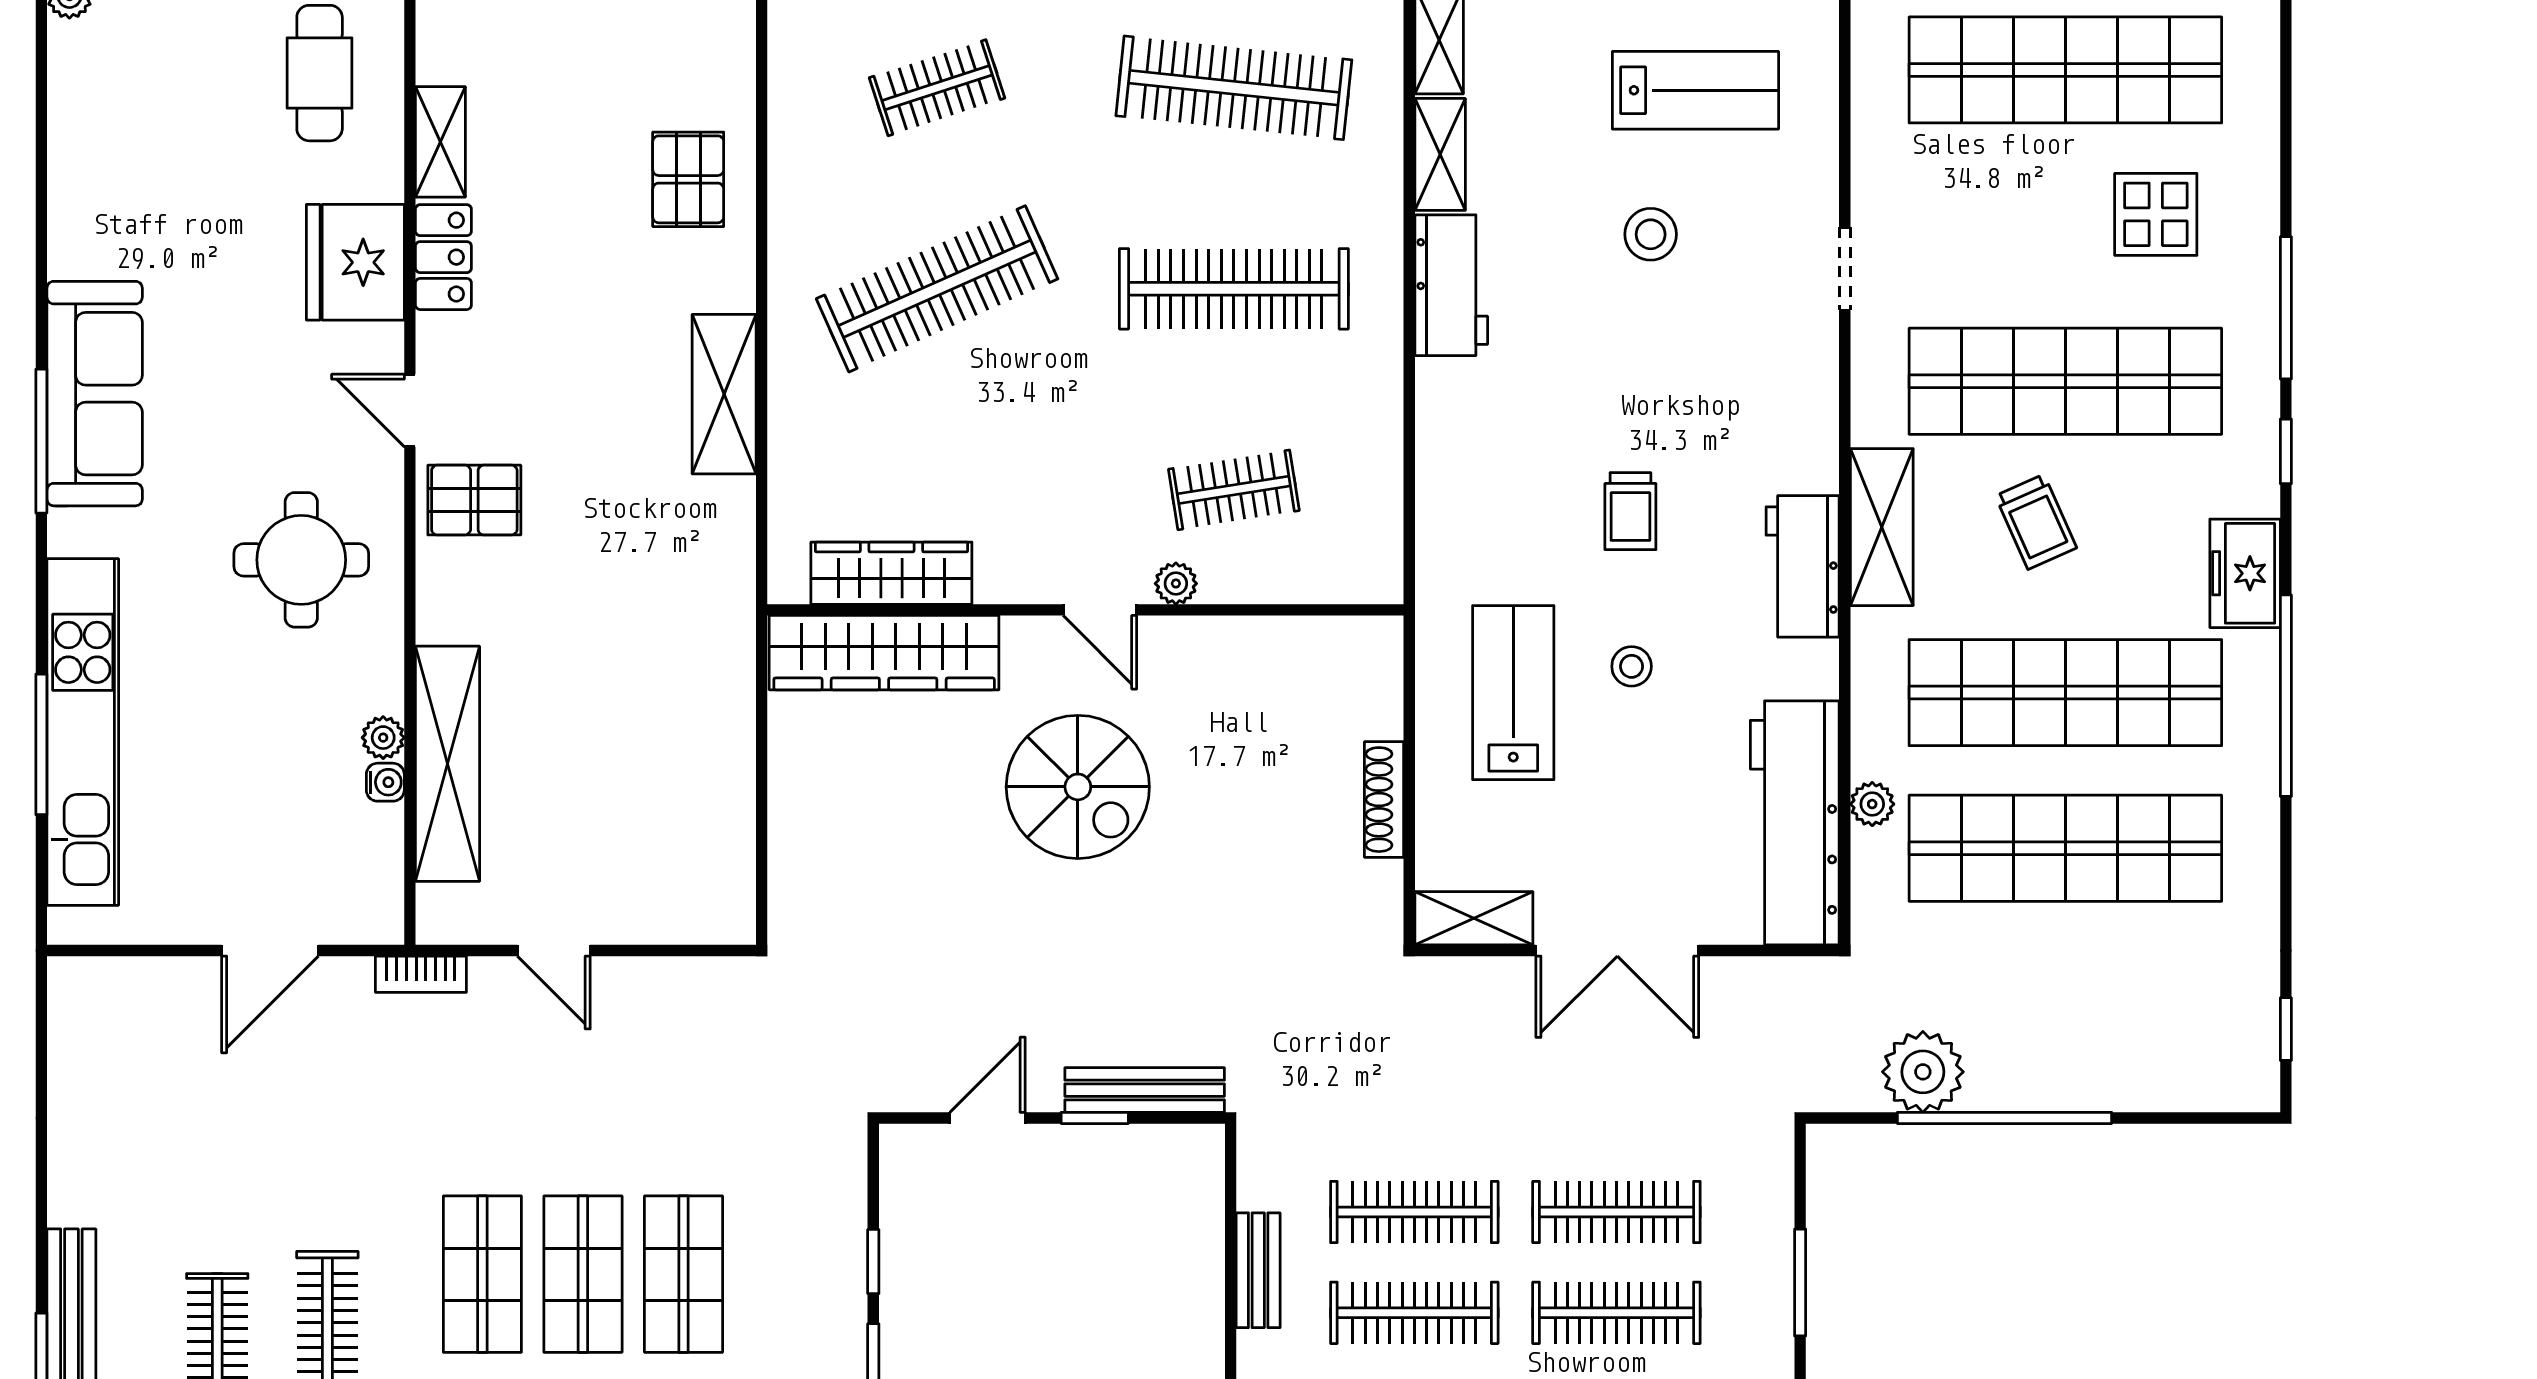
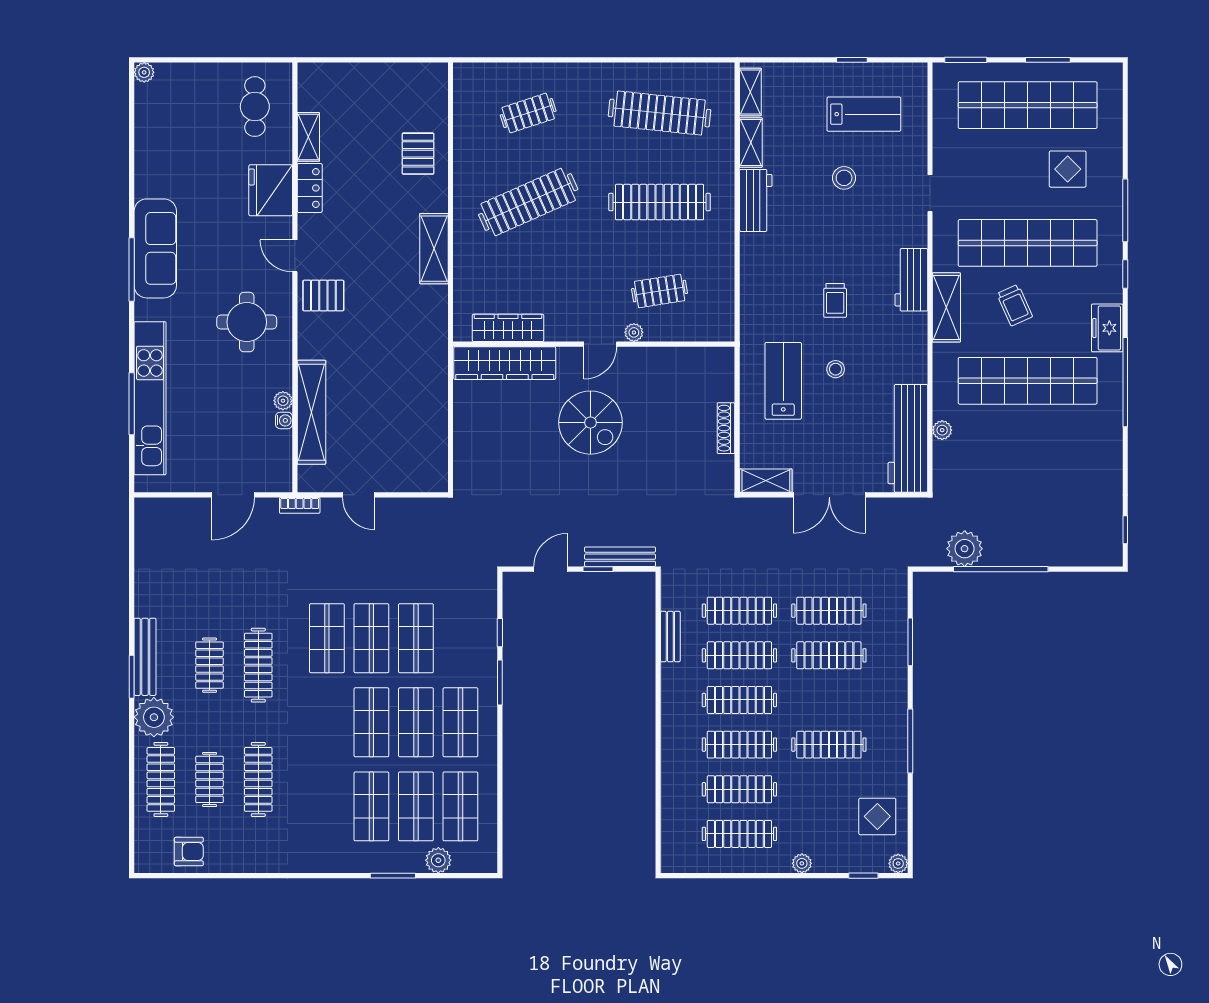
workbench: (1803, 566) -> (911, 280), moved
door: (1100, 610) -> (600, 344), hinge flipped
shop shelf: (2065, 848) -> (1028, 450), removed

